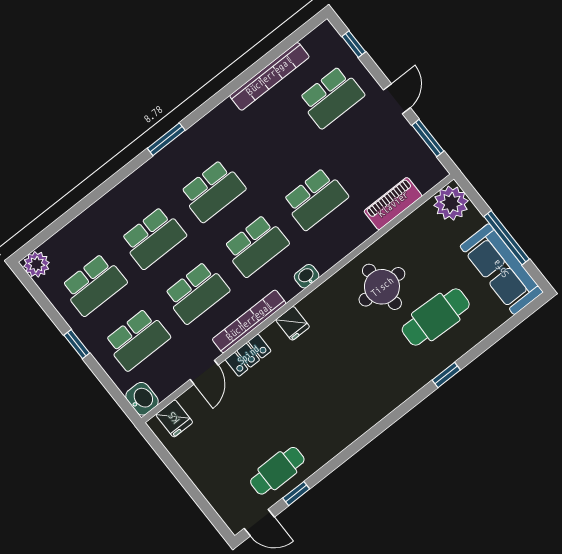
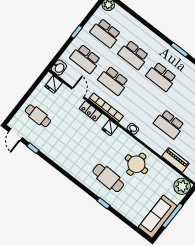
school desk: (256, 246) -> (141, 102), removed
cafe table: (436, 317) -> (108, 178), moved
door: (204, 372) -> (78, 93), swing flipped
cafe table: (277, 471) -> (38, 116), moved

